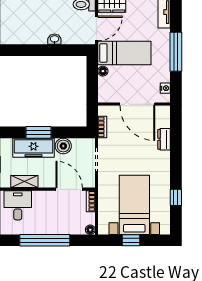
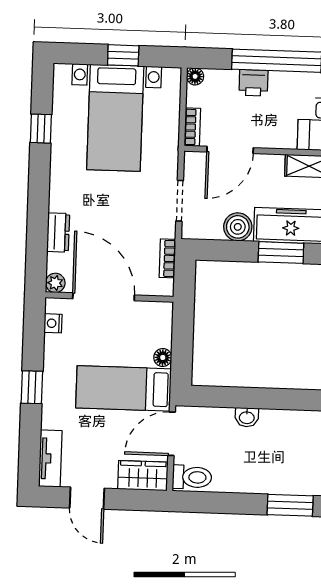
window: (176, 52) -> (32, 387), width x0.46
plant: (165, 111) -> (55, 283), added
door: (69, 189) -> (230, 150), hinge flipped
printer: (57, 227) -> (253, 83), added

